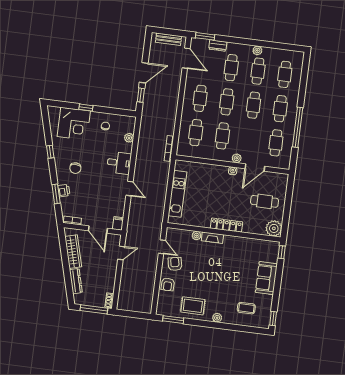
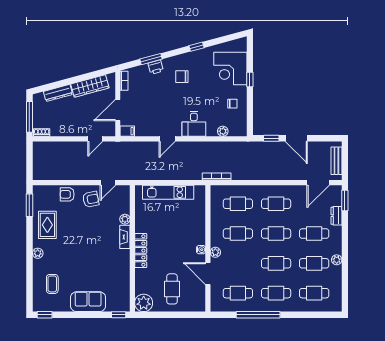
door: (121, 253) -> (95, 139), hinge flipped

